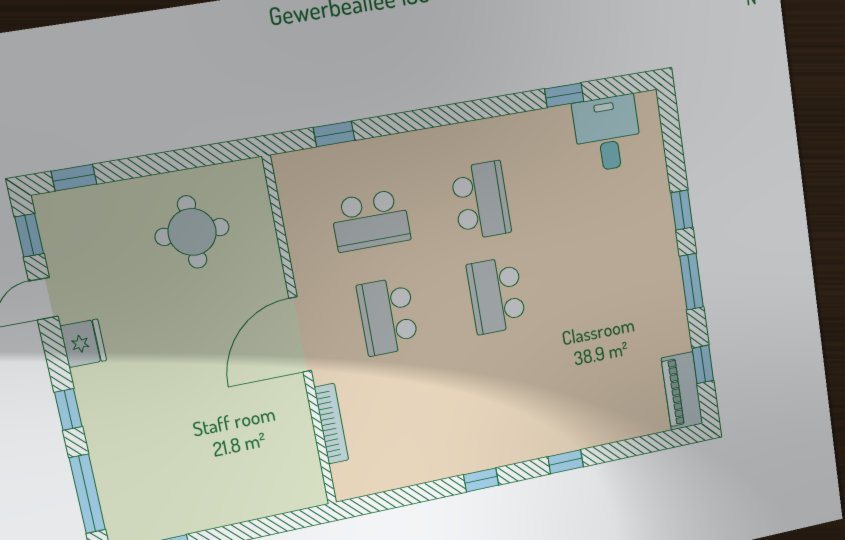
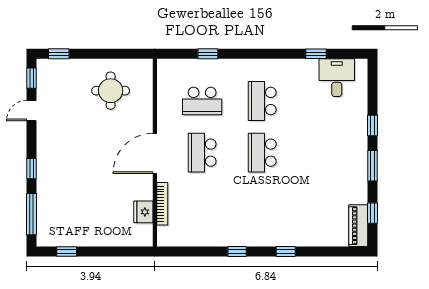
window: (334, 134) -> (208, 54), moved
school desk: (481, 201) -> (262, 101), turned 180
fridge: (83, 343) -> (143, 212), moved, turned 180

